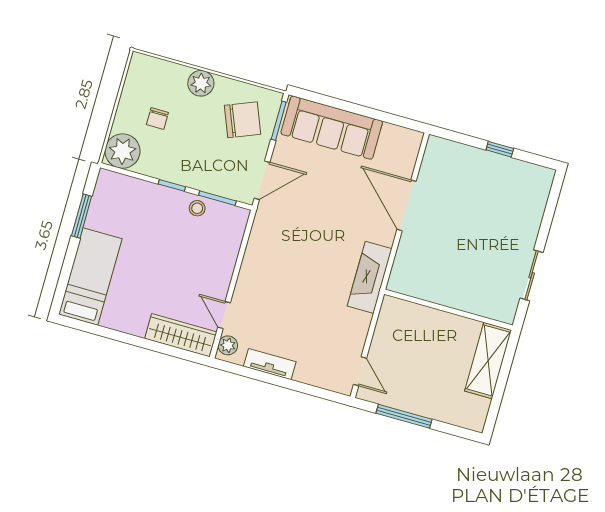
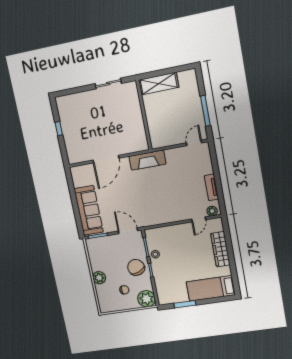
chair: (242, 120) -> (136, 267), moved
wardrobe: (181, 335) -> (220, 249), moved

